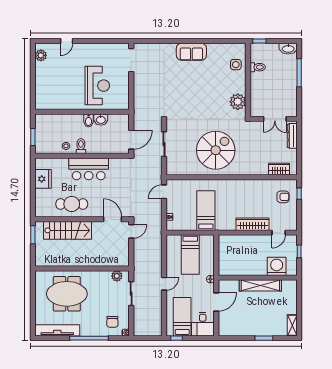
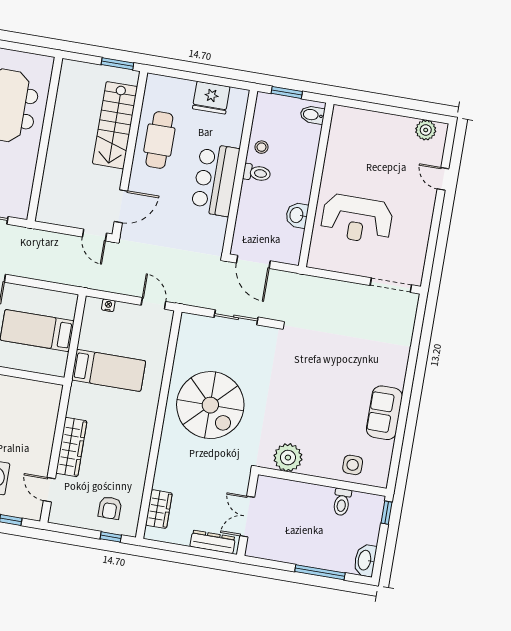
sofa: (191, 52) -> (384, 413), moved
bidet: (89, 120) -> (312, 115), moved
plant: (117, 276) -> (22, 197), removed

